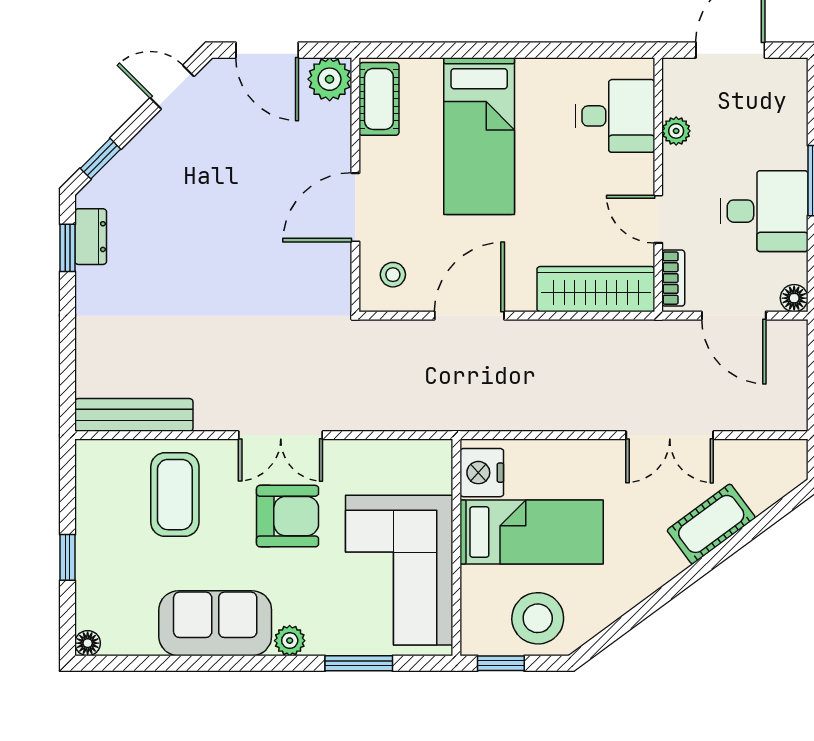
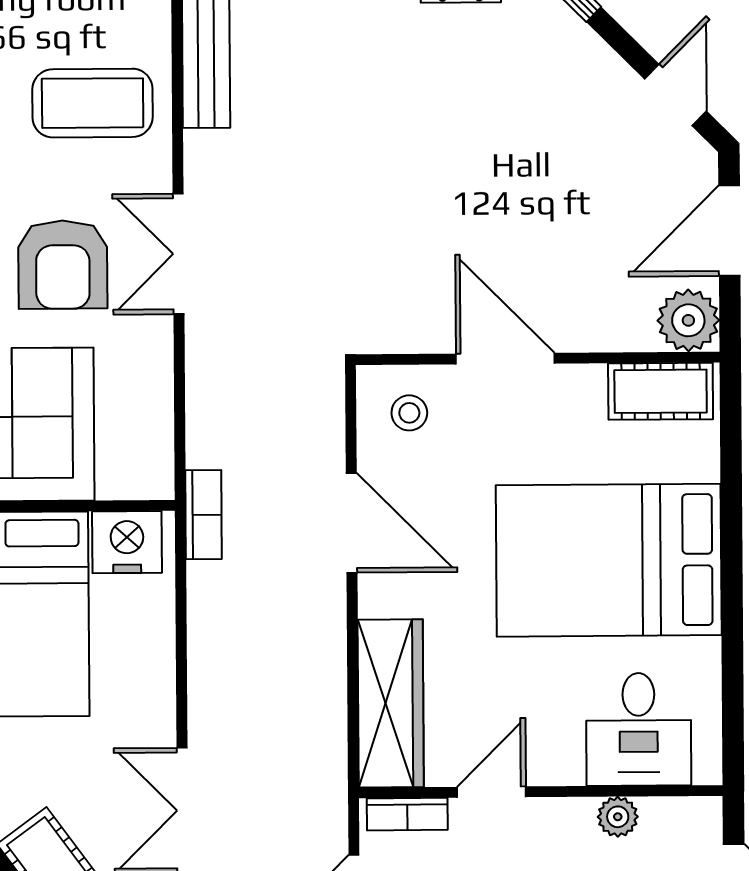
bed: (479, 136) -> (609, 560), width x1.50
bookcase: (463, 419) -> (204, 515), added

